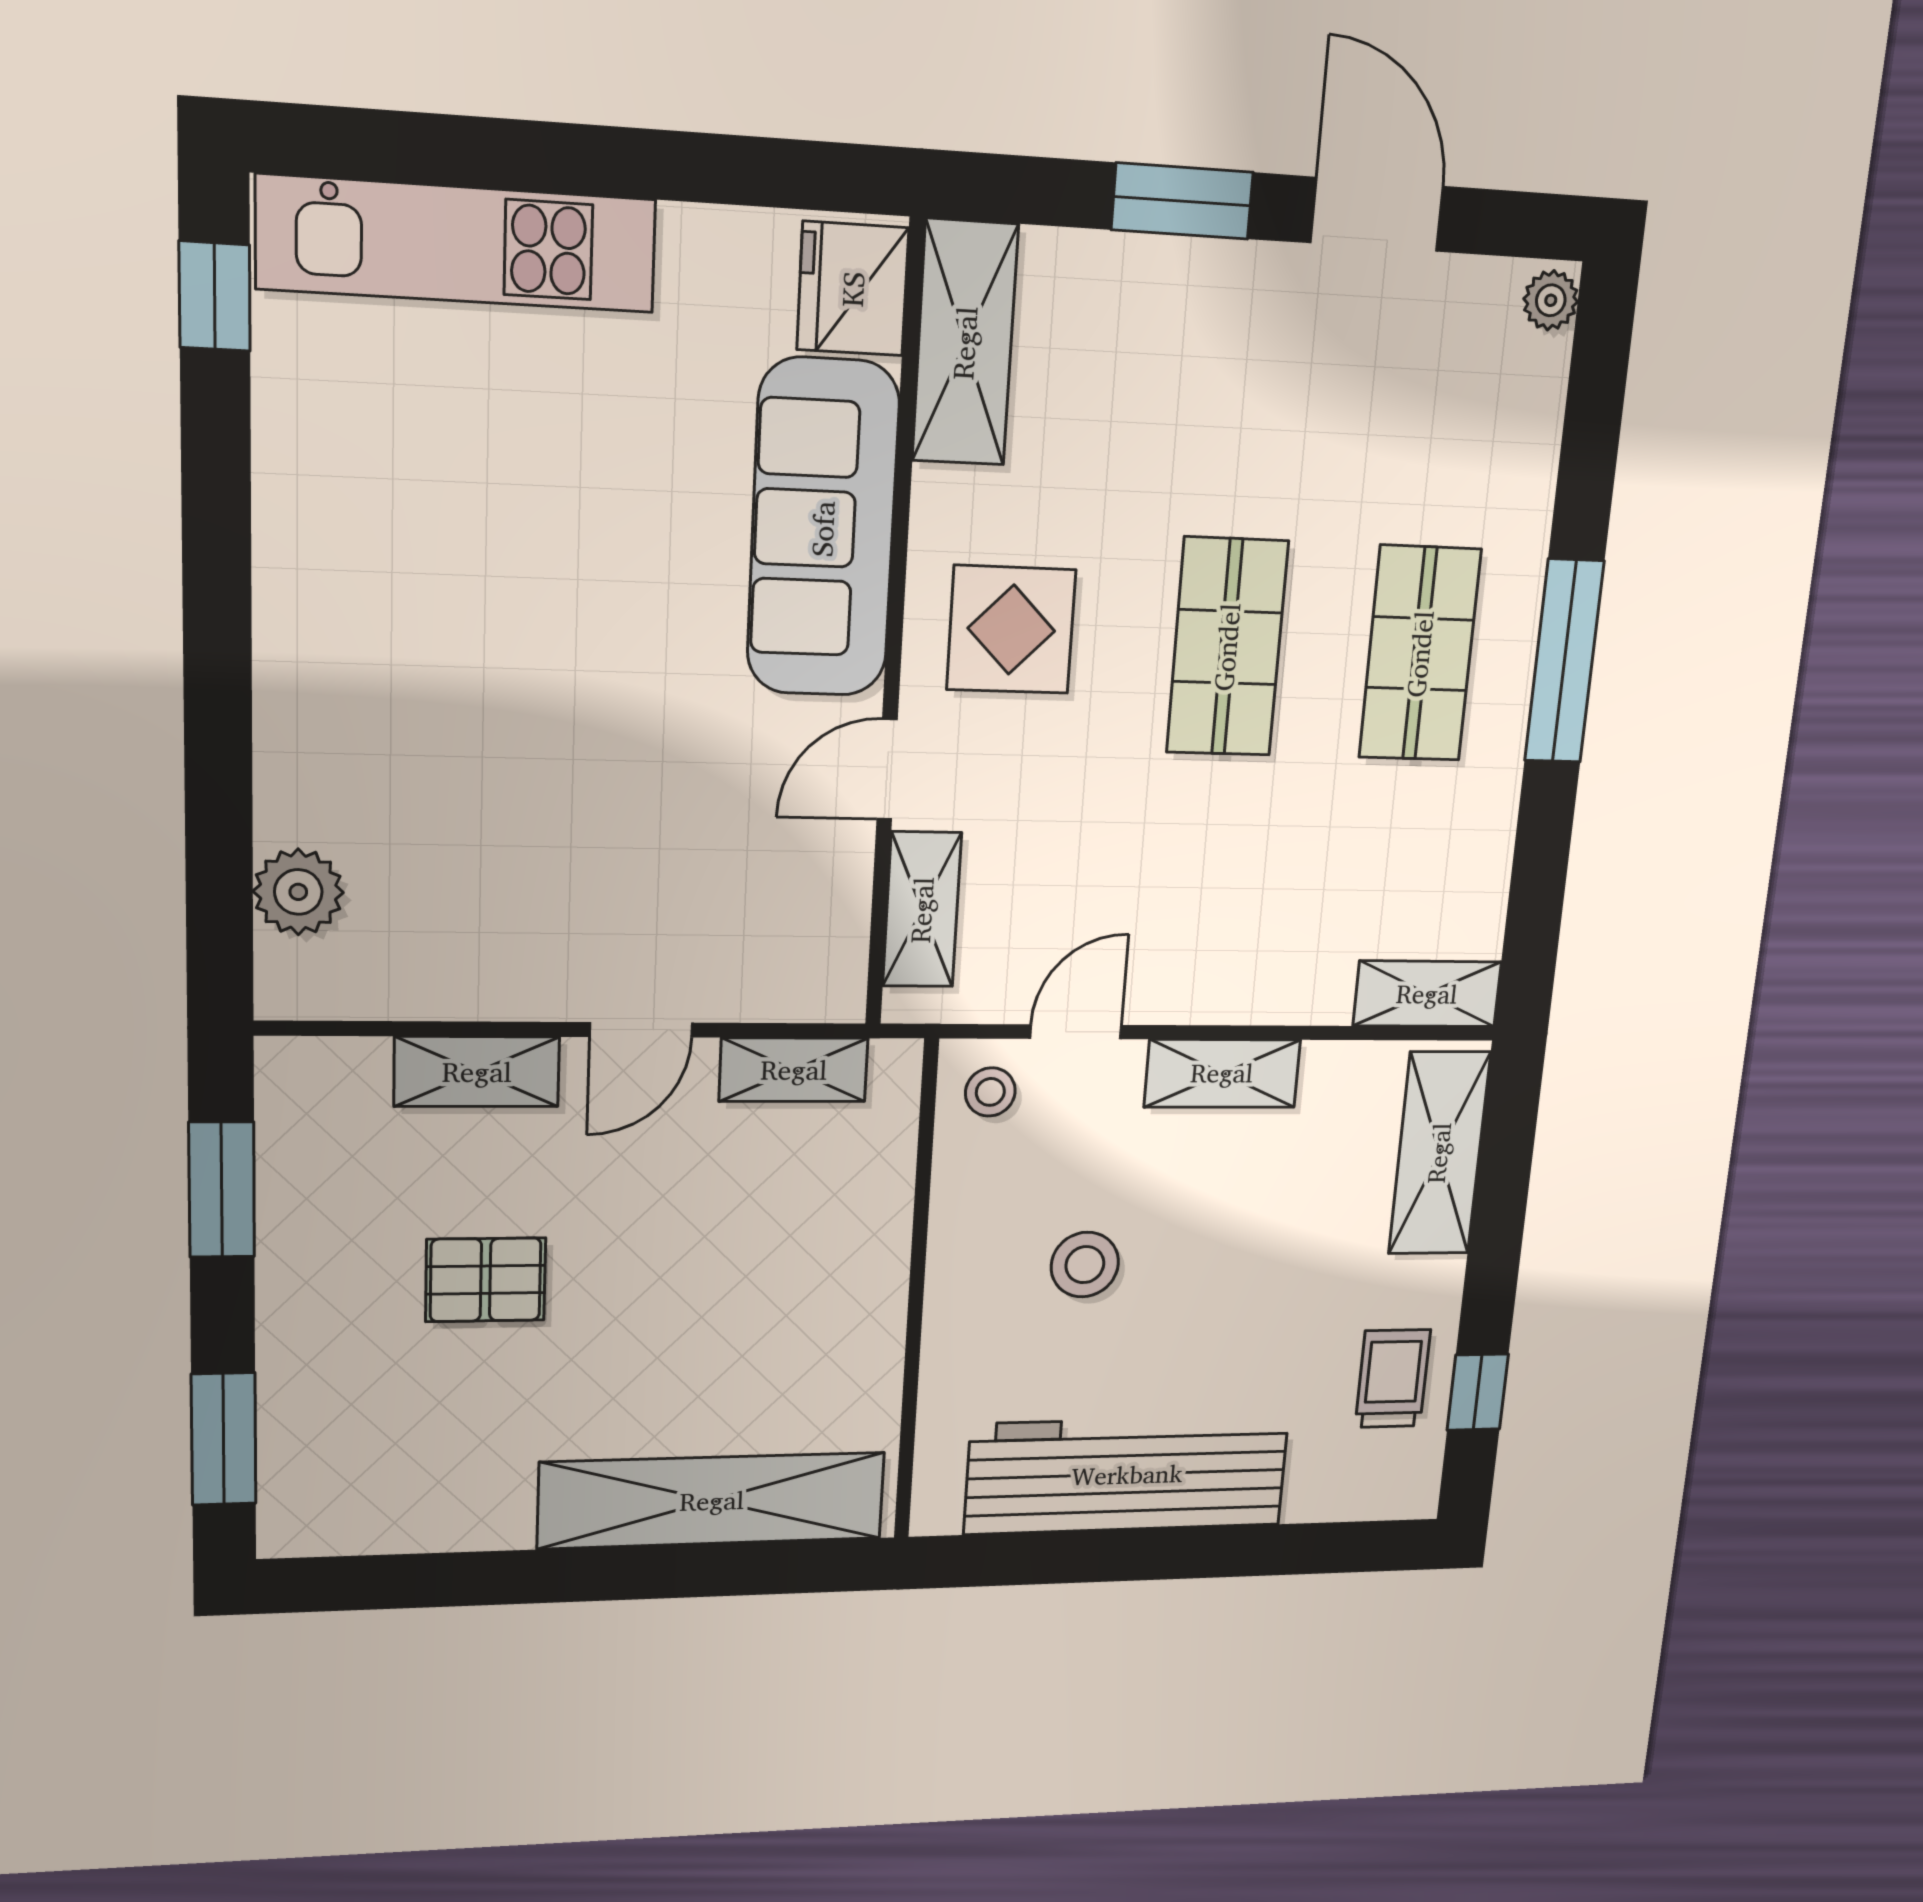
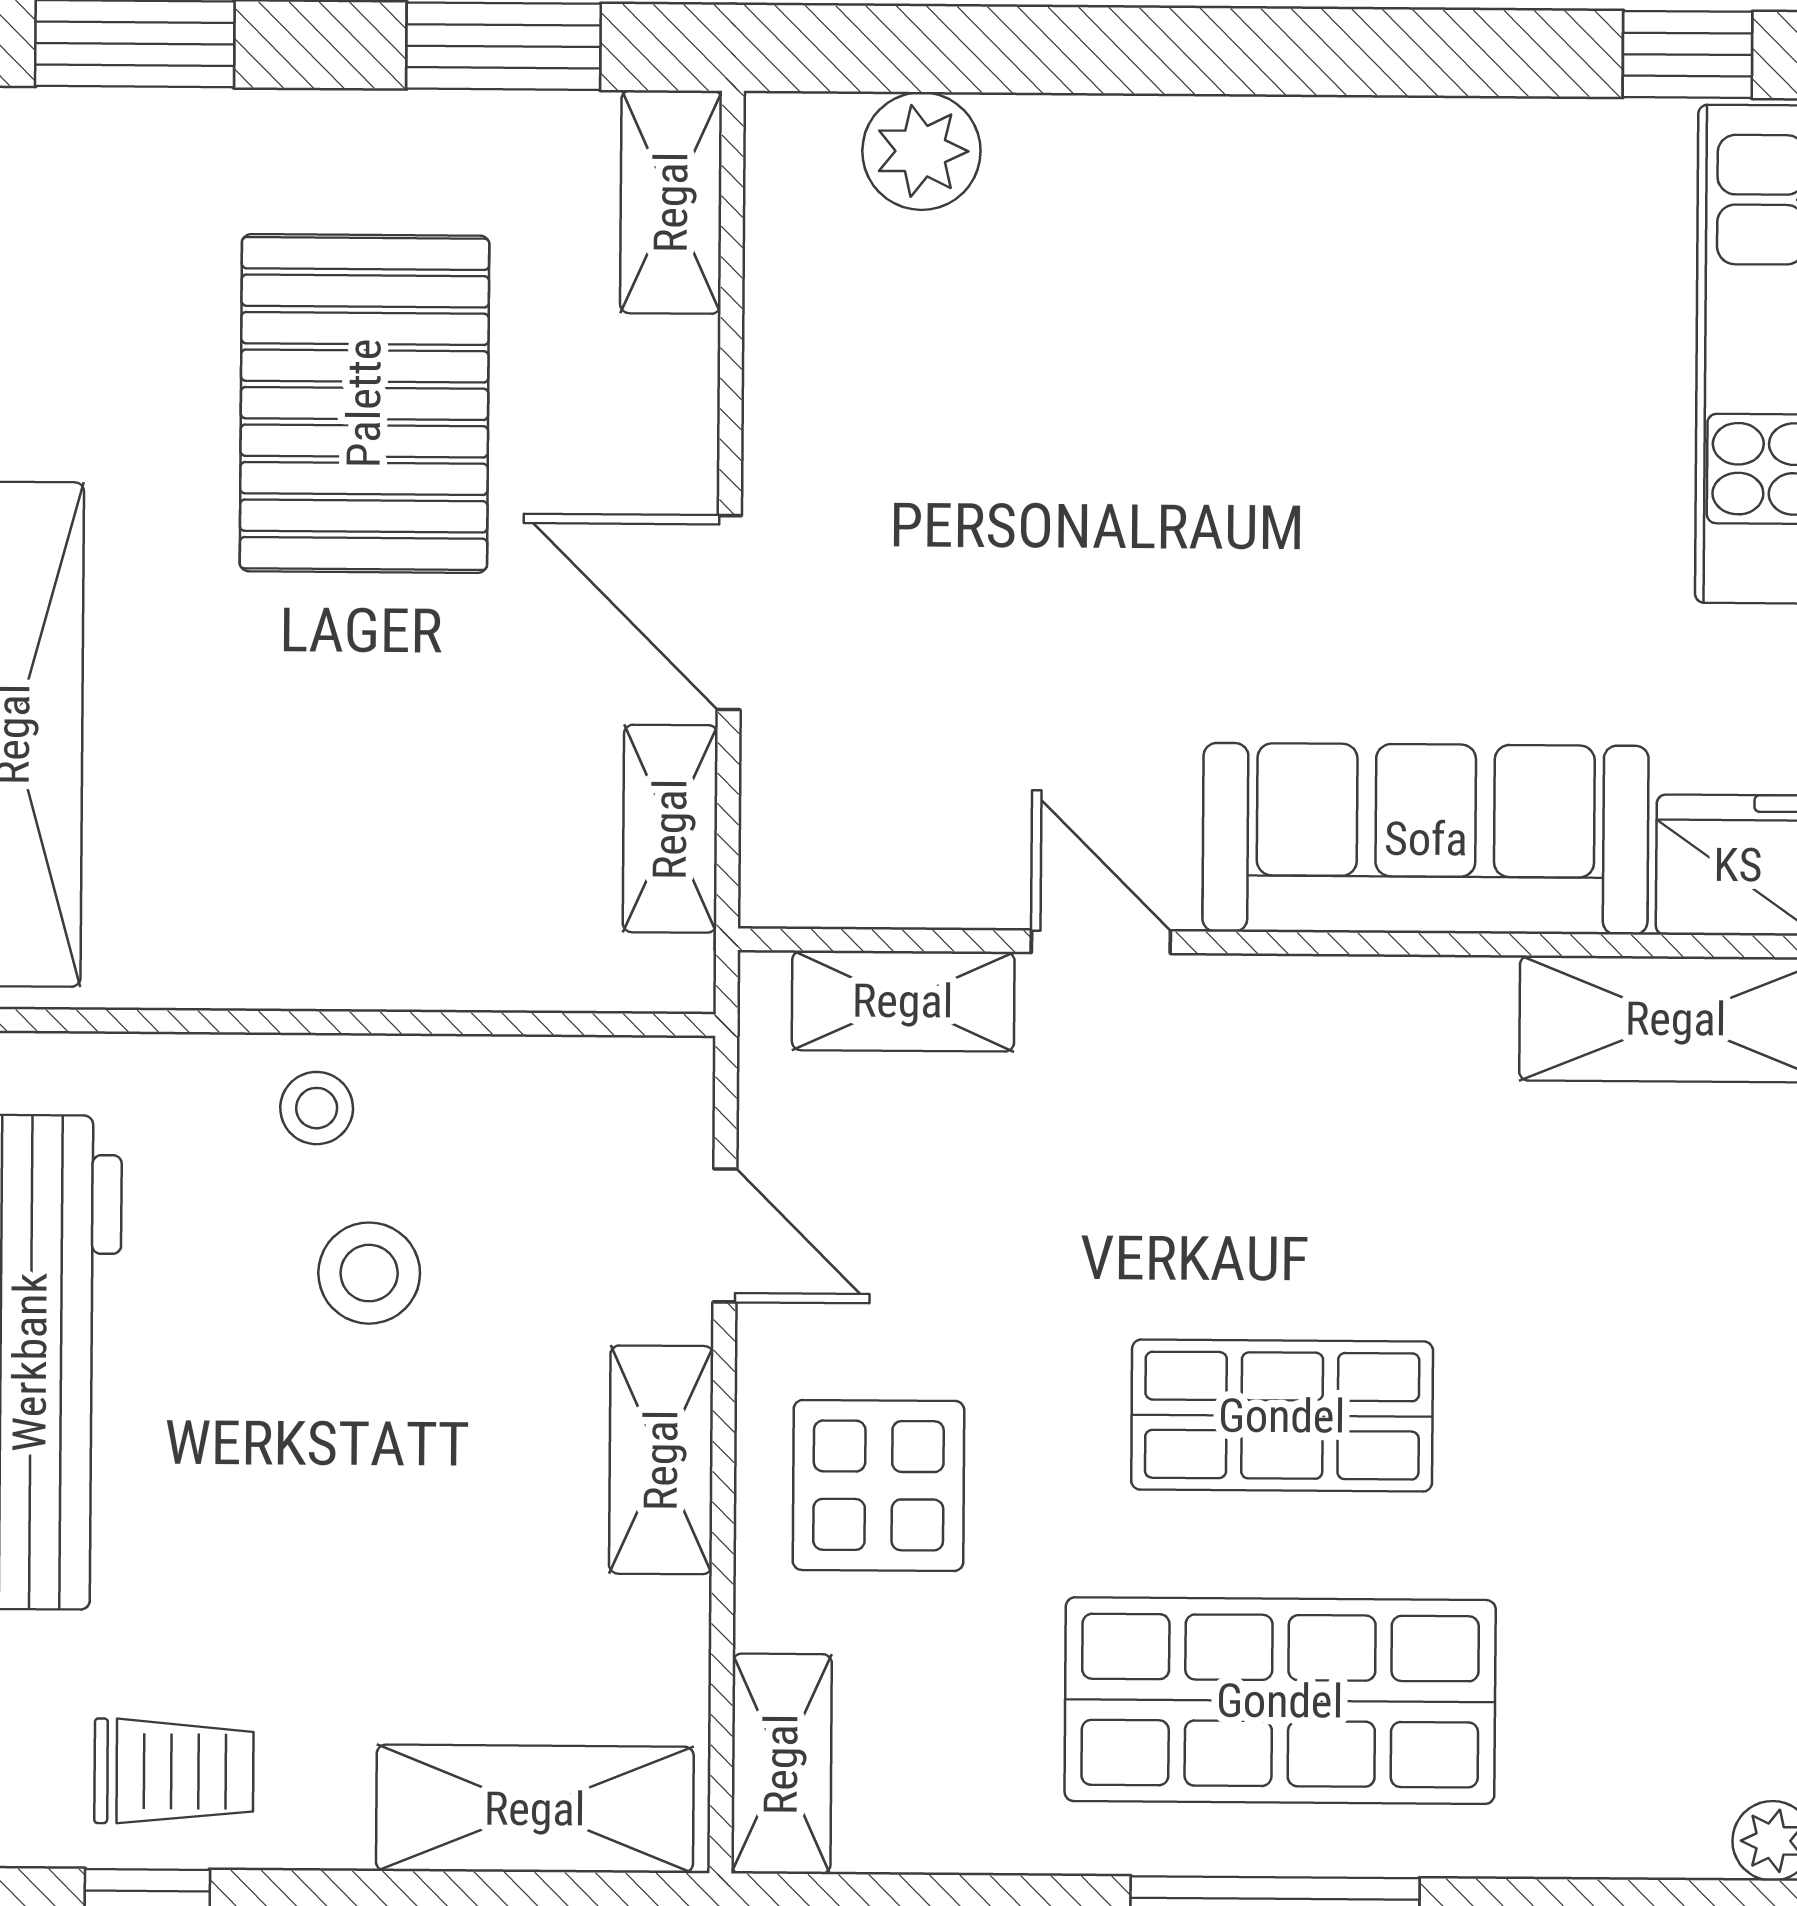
display table: (1011, 630) -> (878, 1485), moved
shop shelf: (1420, 654) -> (1280, 1701), width x1.43, depth x1.36
door: (641, 1030) -> (729, 613), width x1.38
shelving: (477, 1072) -> (671, 202), moved
stool: (990, 1092) -> (317, 1108), moved
pallet: (486, 1280) -> (364, 403), width x2.05, depth x2.00

